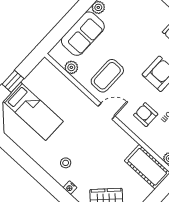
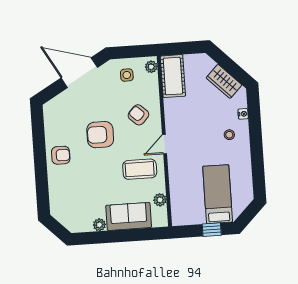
door: (106, 111) -> (165, 144), hinge flipped
armchair: (146, 115) -> (138, 115), turned 133

